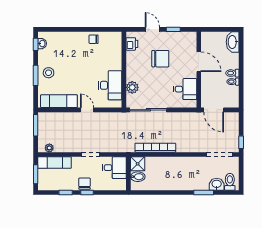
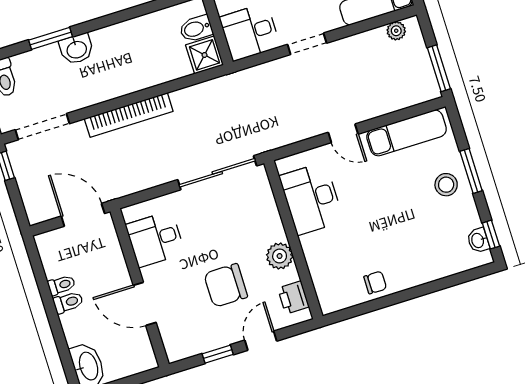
door: (152, 29) -> (261, 341), swing flipped
plant: (132, 87) -> (280, 256), moved
bookcase: (155, 148) -> (129, 115), moved
washbasin: (217, 184) -> (77, 49), moved

